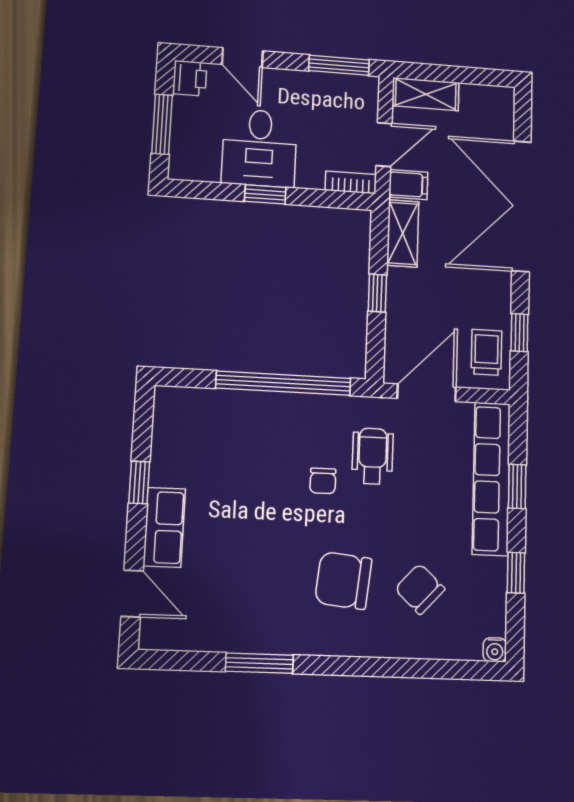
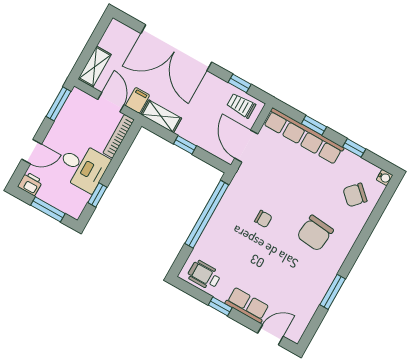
bookcase: (351, 182) -> (119, 136), width x1.56
window: (265, 194) -> (97, 195), moved
wheelchair: (373, 456) -> (204, 275), moved
chair: (420, 589) -> (355, 195), moved

